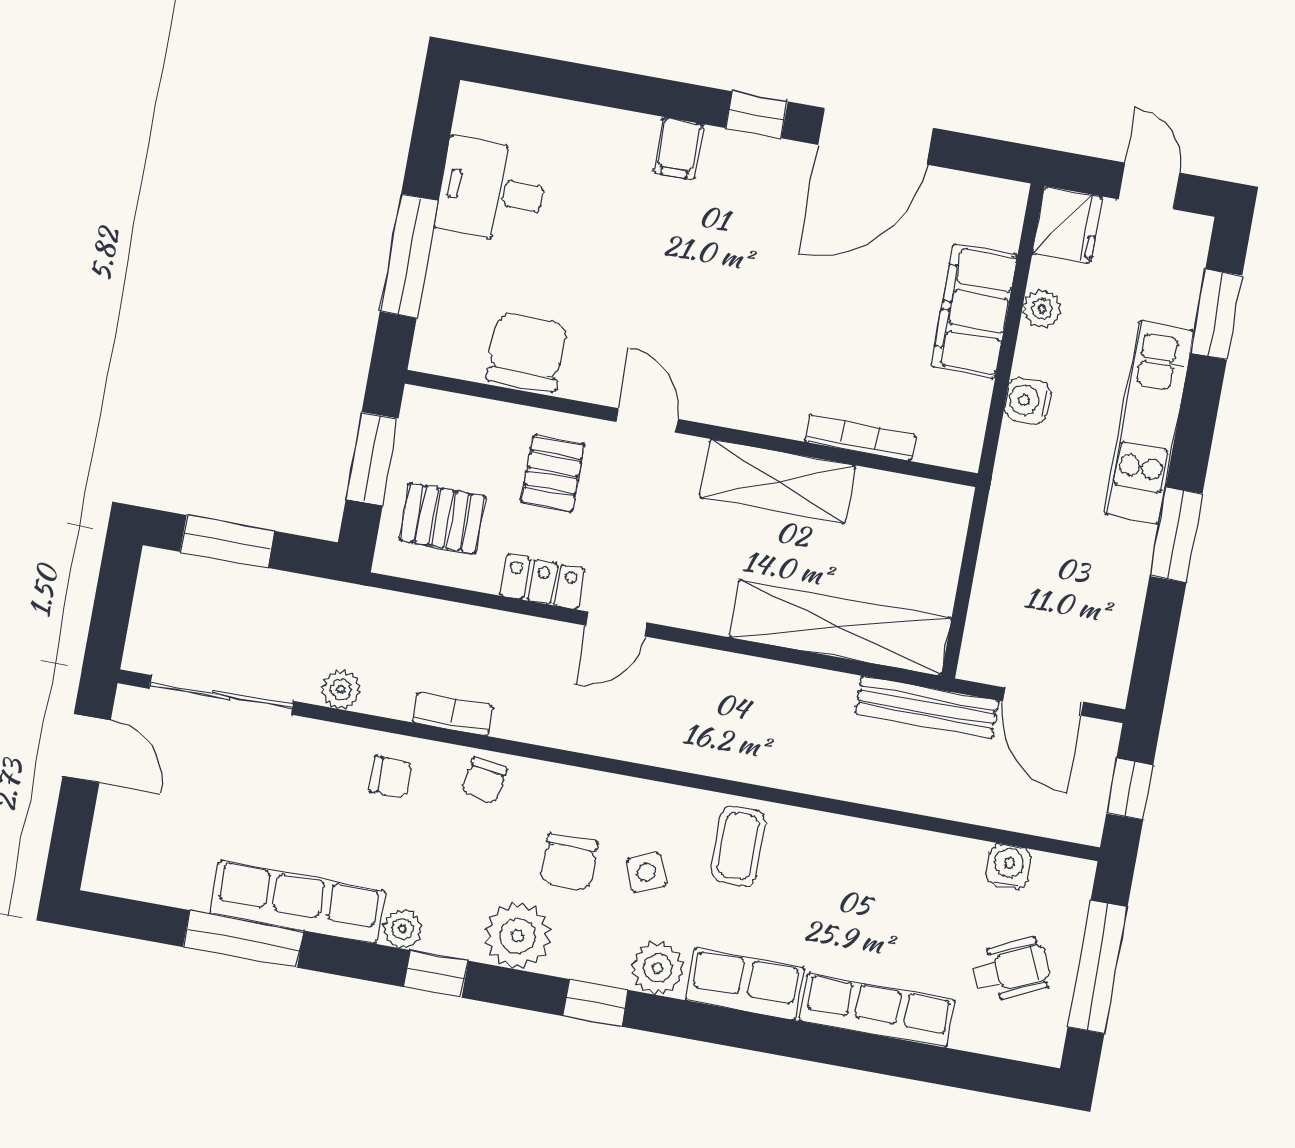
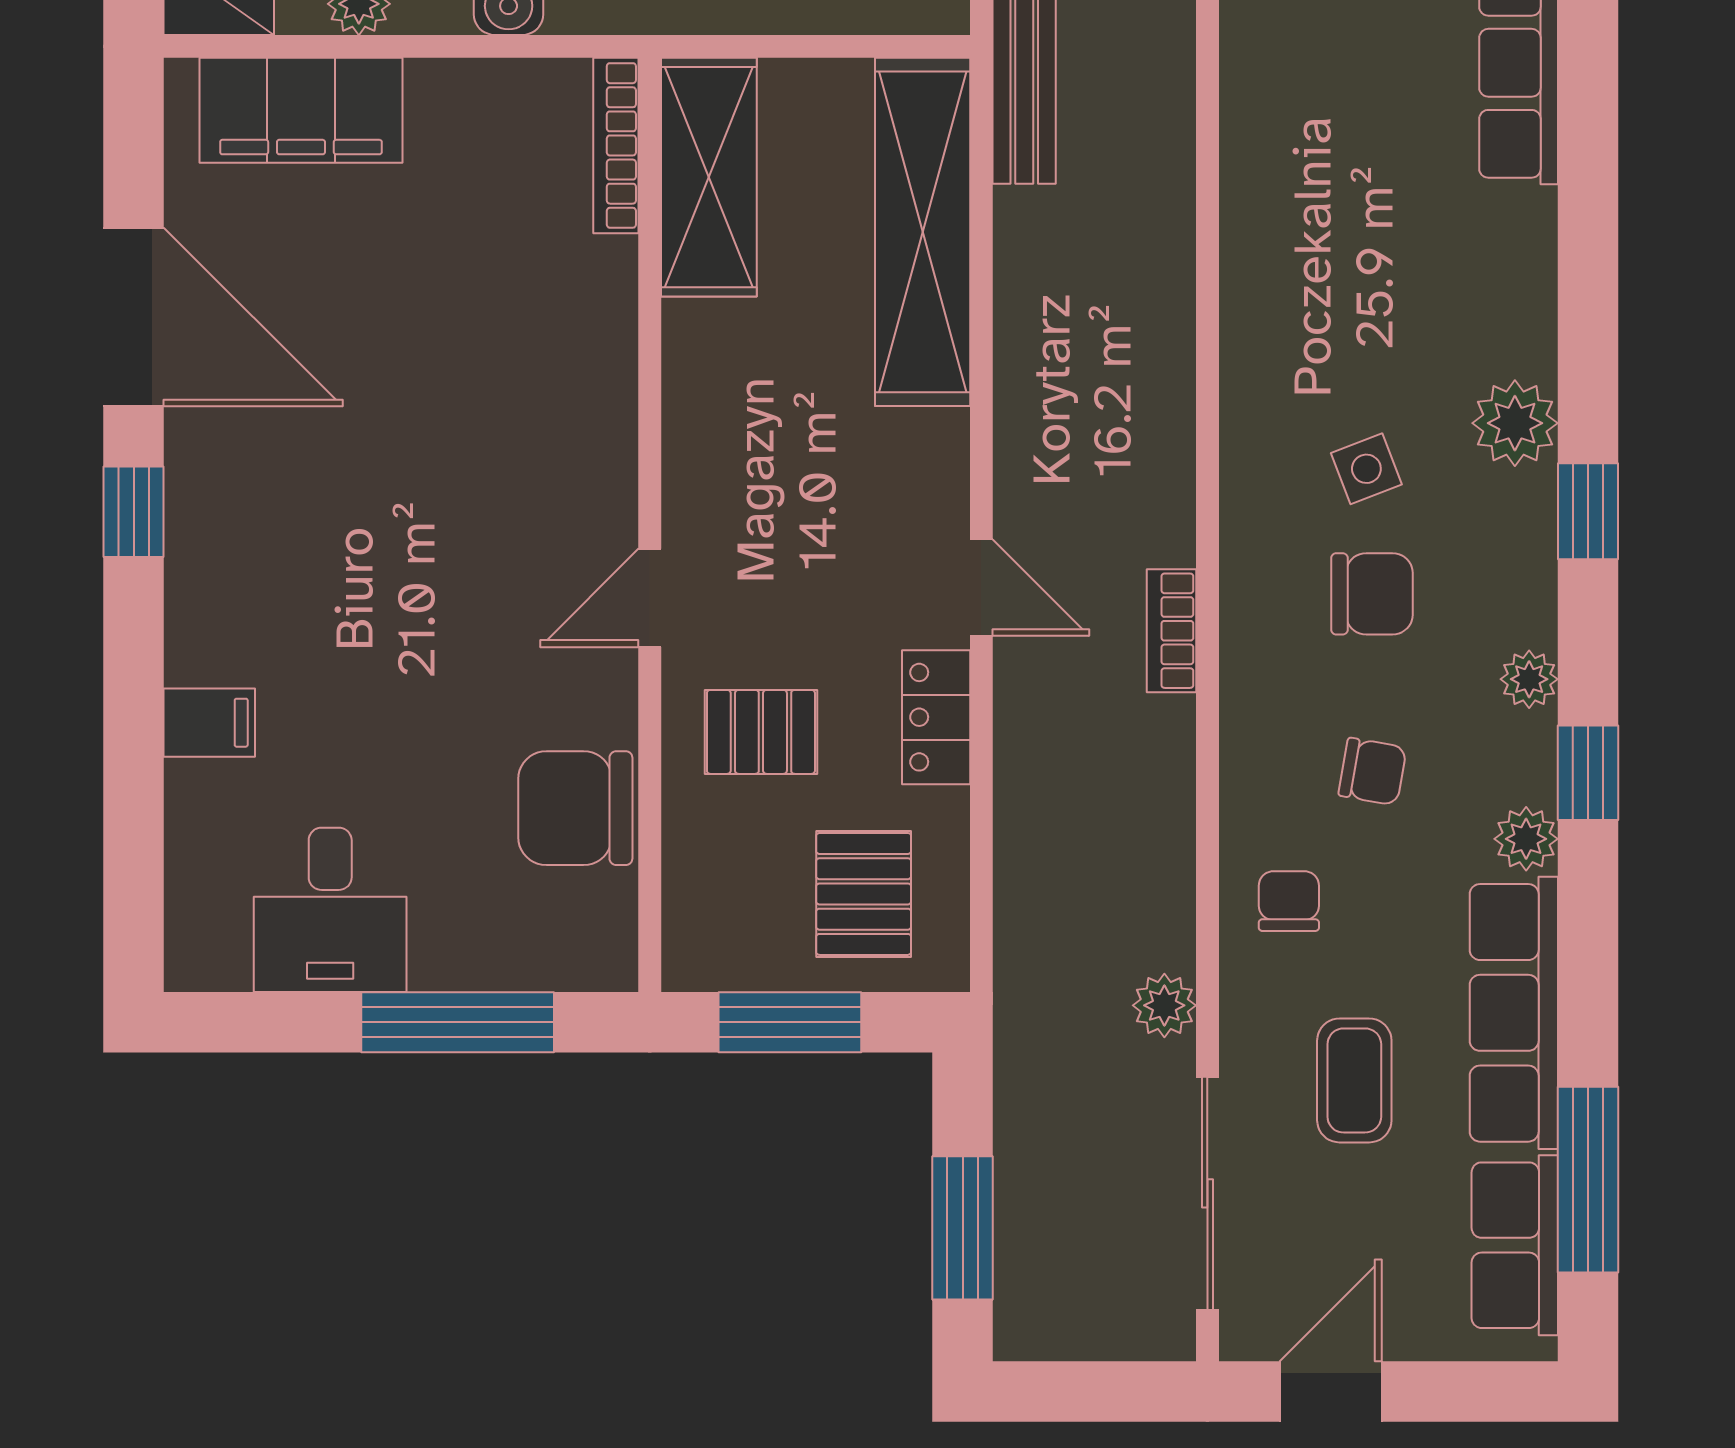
filing cabinet: (678, 148) -> (209, 723), moved
filing cabinet: (974, 311) -> (301, 110), moved
bookcase: (860, 438) -> (616, 145), moved
shelving: (778, 481) -> (709, 177), moved
bookcase: (453, 714) -> (1171, 631), moved
chair: (484, 781) -> (1372, 771), moved
coffee table: (738, 846) -> (1354, 1080), moved, turned 90
plant: (518, 936) -> (1529, 679), width x0.53, depth x0.53
window: (243, 939) -> (1588, 1180), moved
row of seats: (745, 984) -> (1515, 1245), moved

